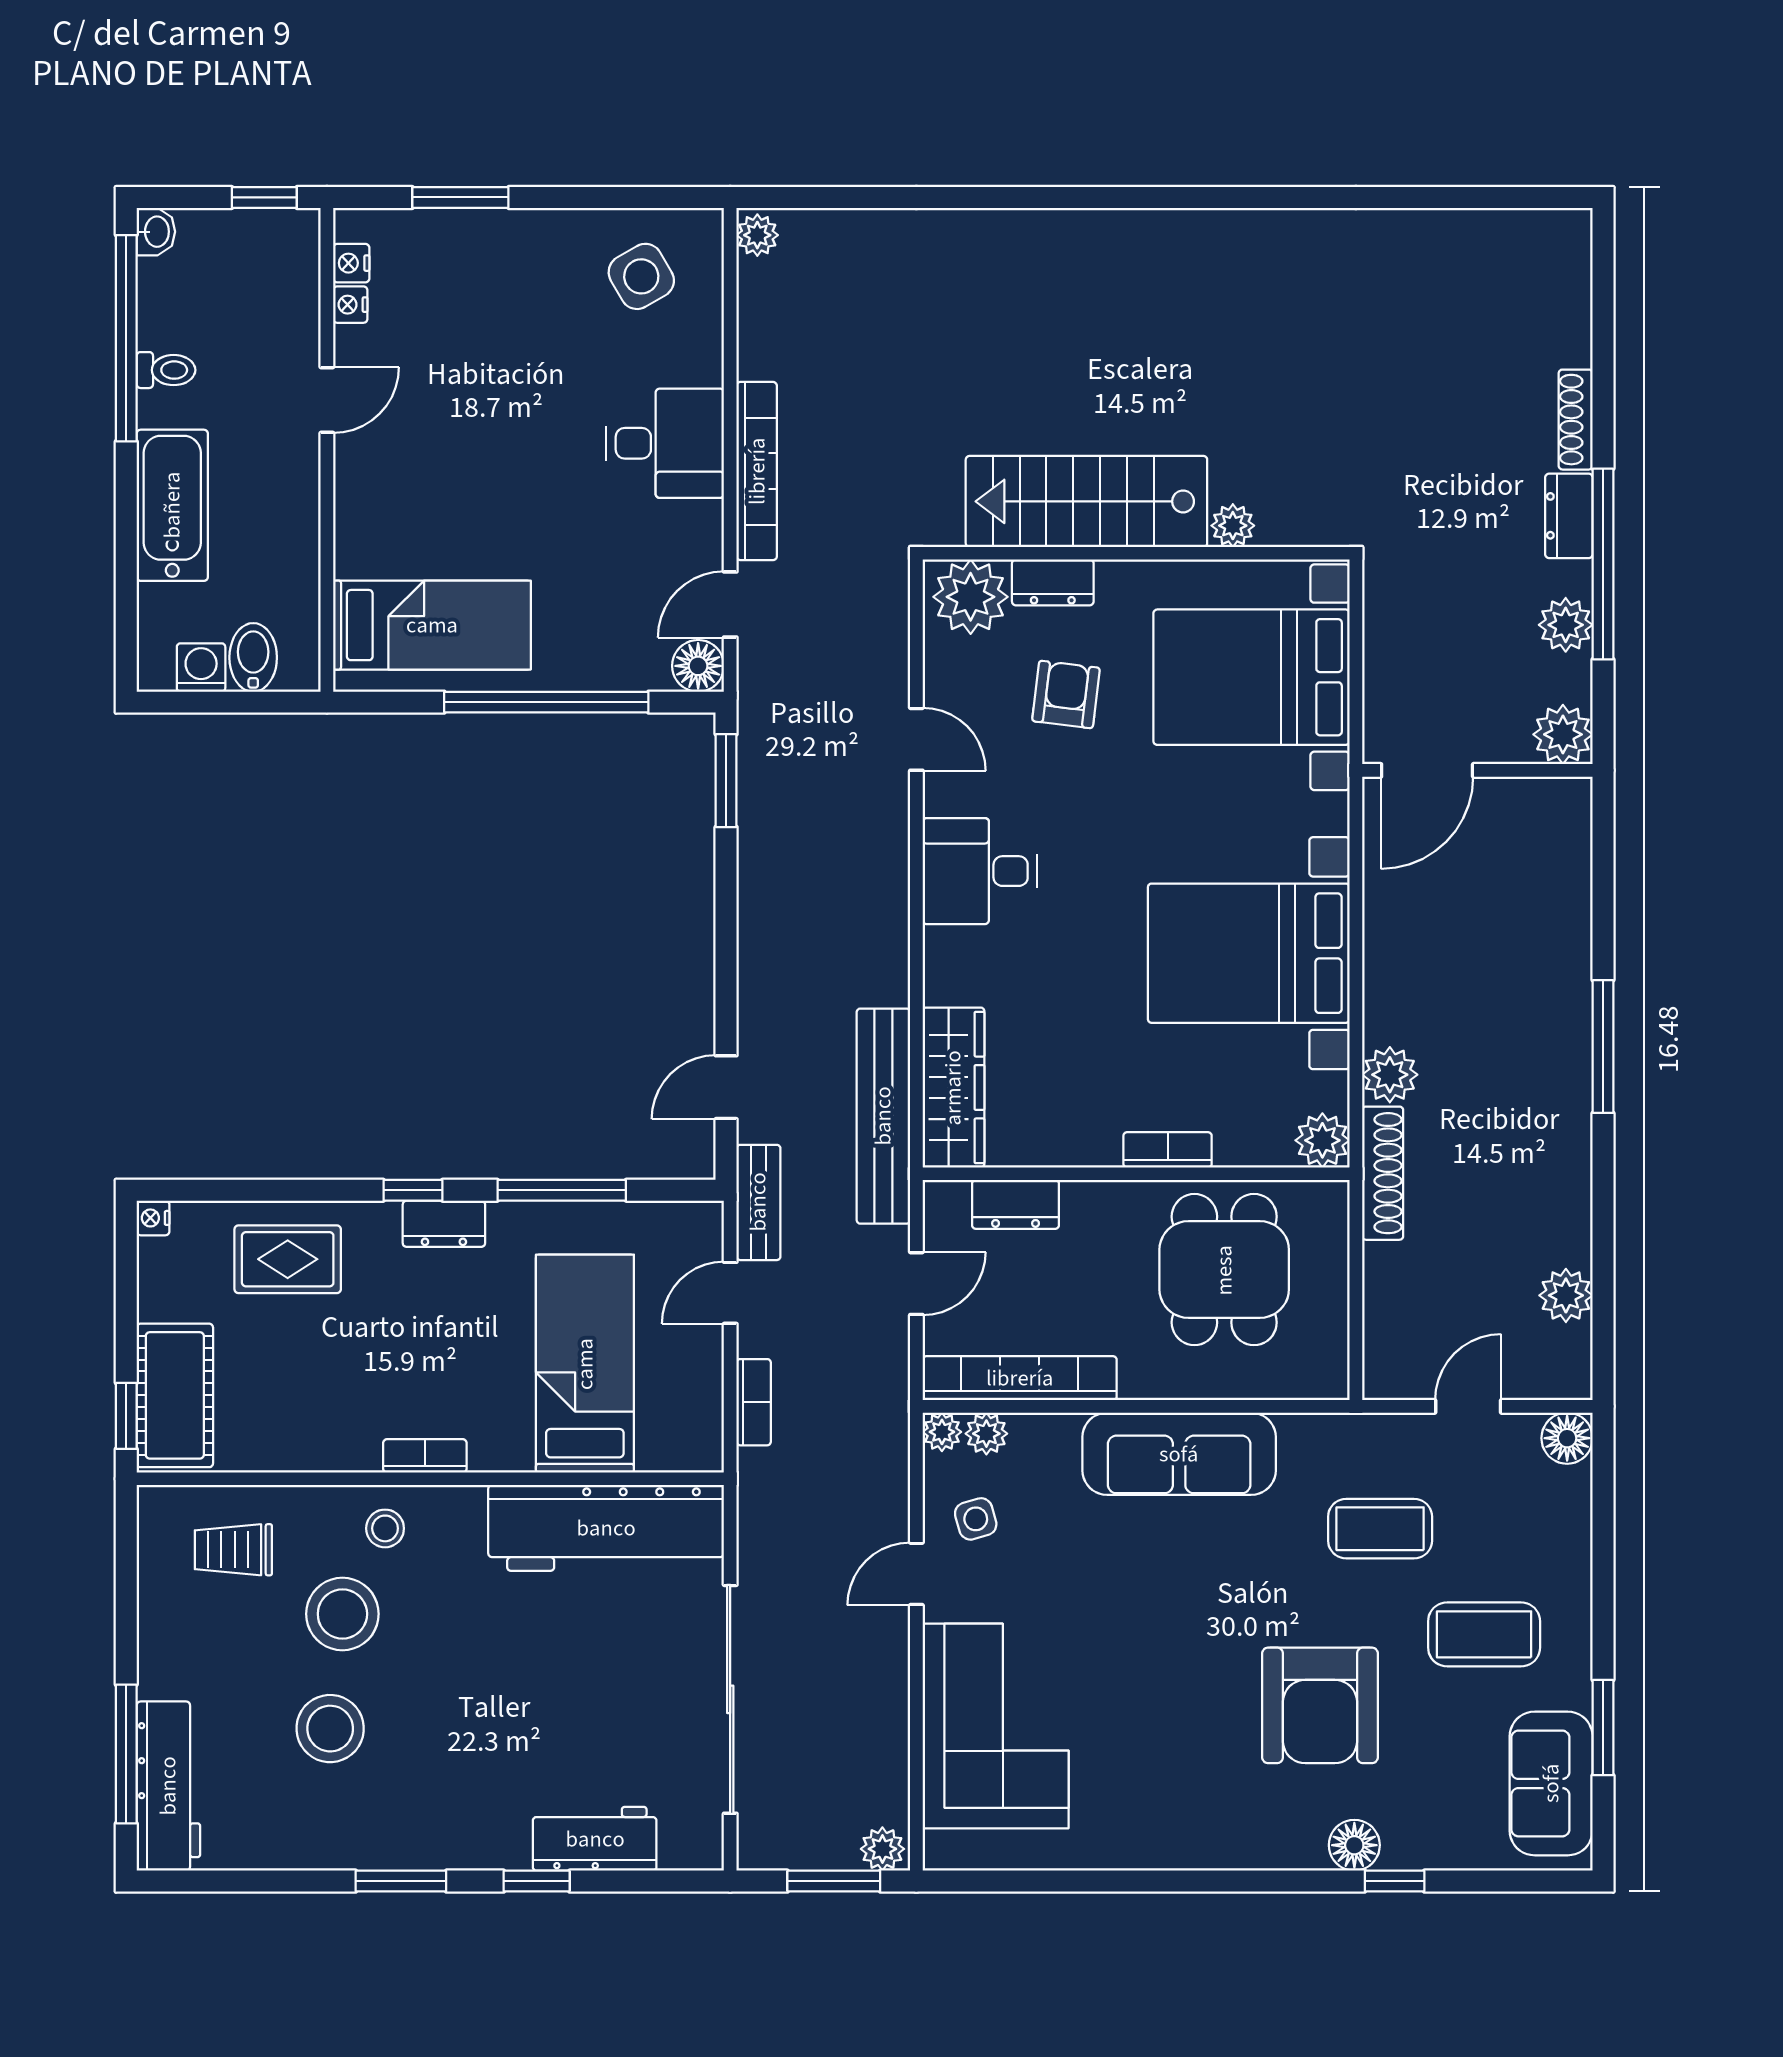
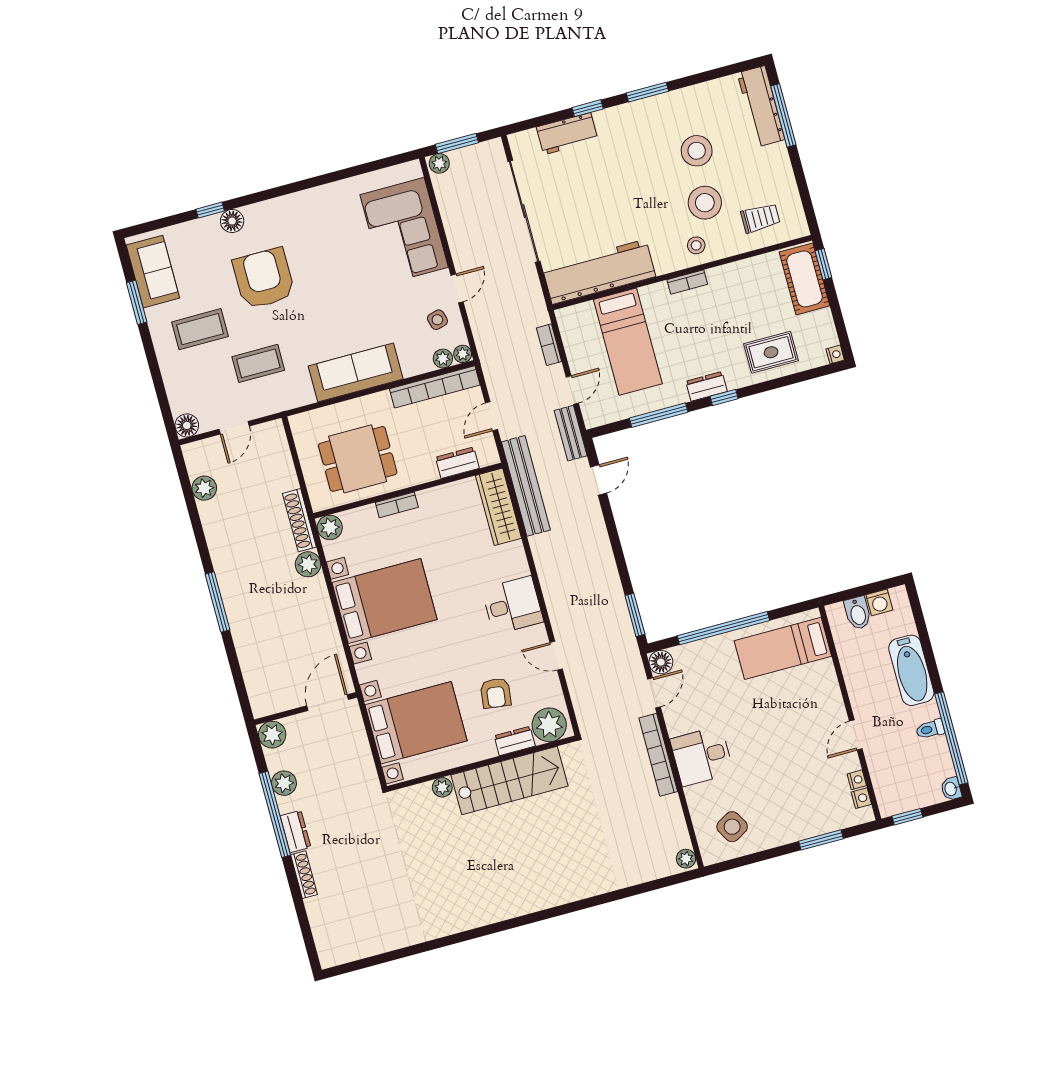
dining table: (1224, 1270) -> (358, 459), turned 90

